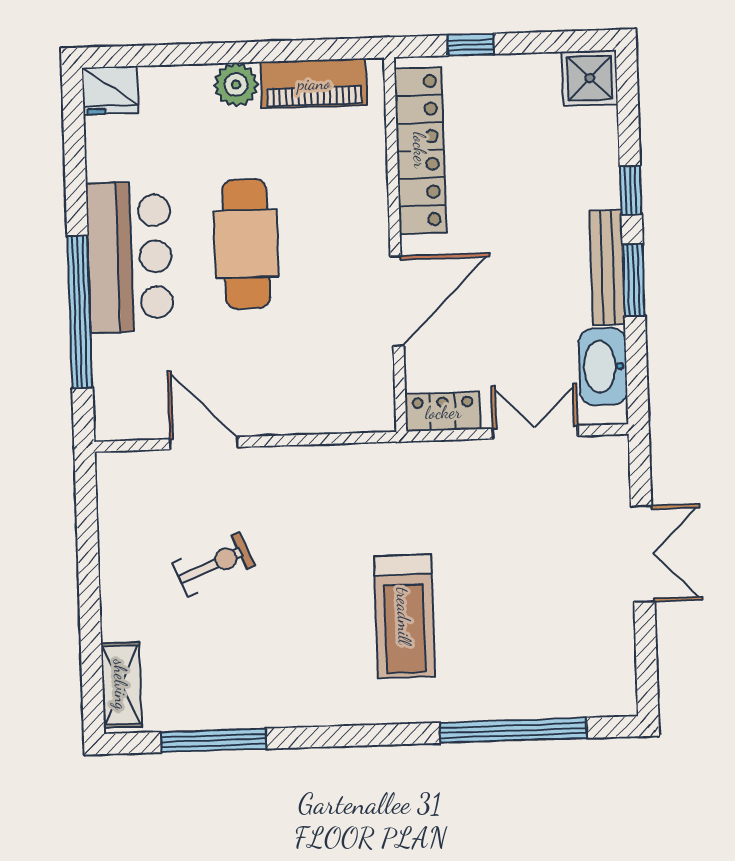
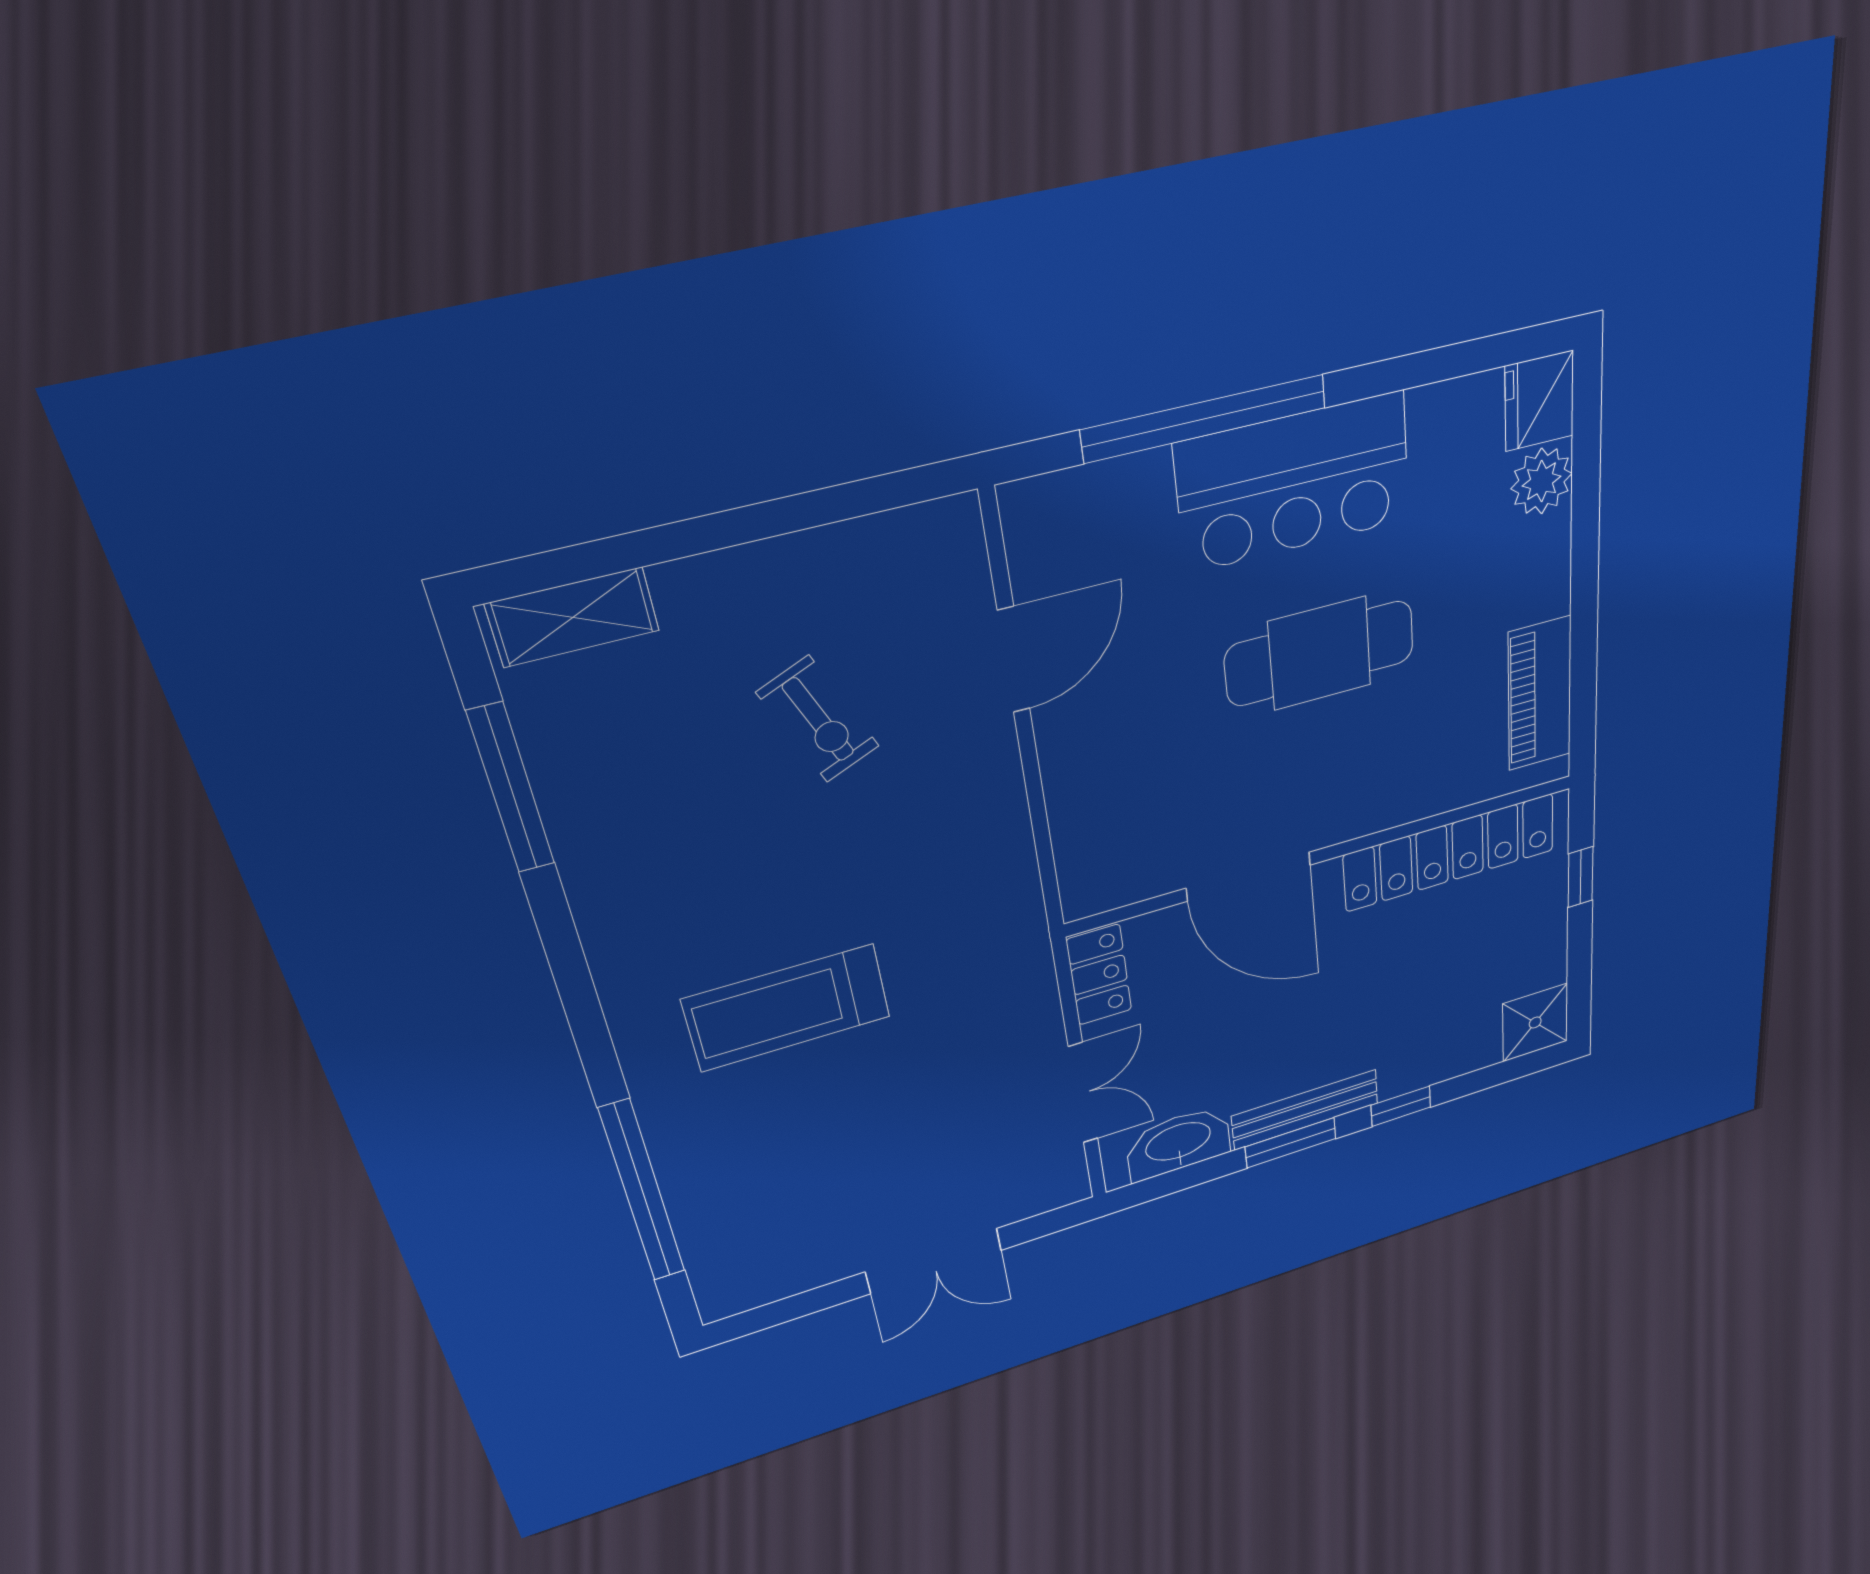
plant: (236, 85) -> (1542, 481), moved

